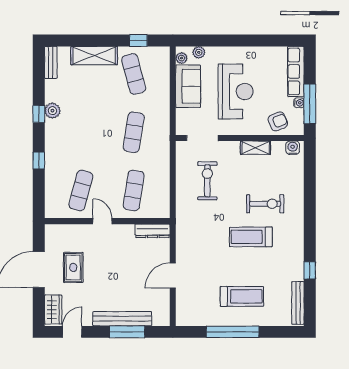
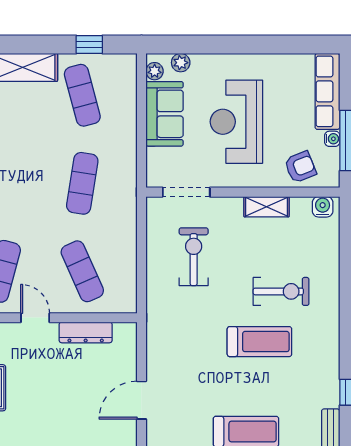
reception desk: (236, 91) -> (236, 122), turned 180
exercise mat: (134, 190) -> (82, 271), turned -33
dresser: (152, 231) -> (86, 332), moved
treadmill: (251, 237) -> (259, 342), turned 180

